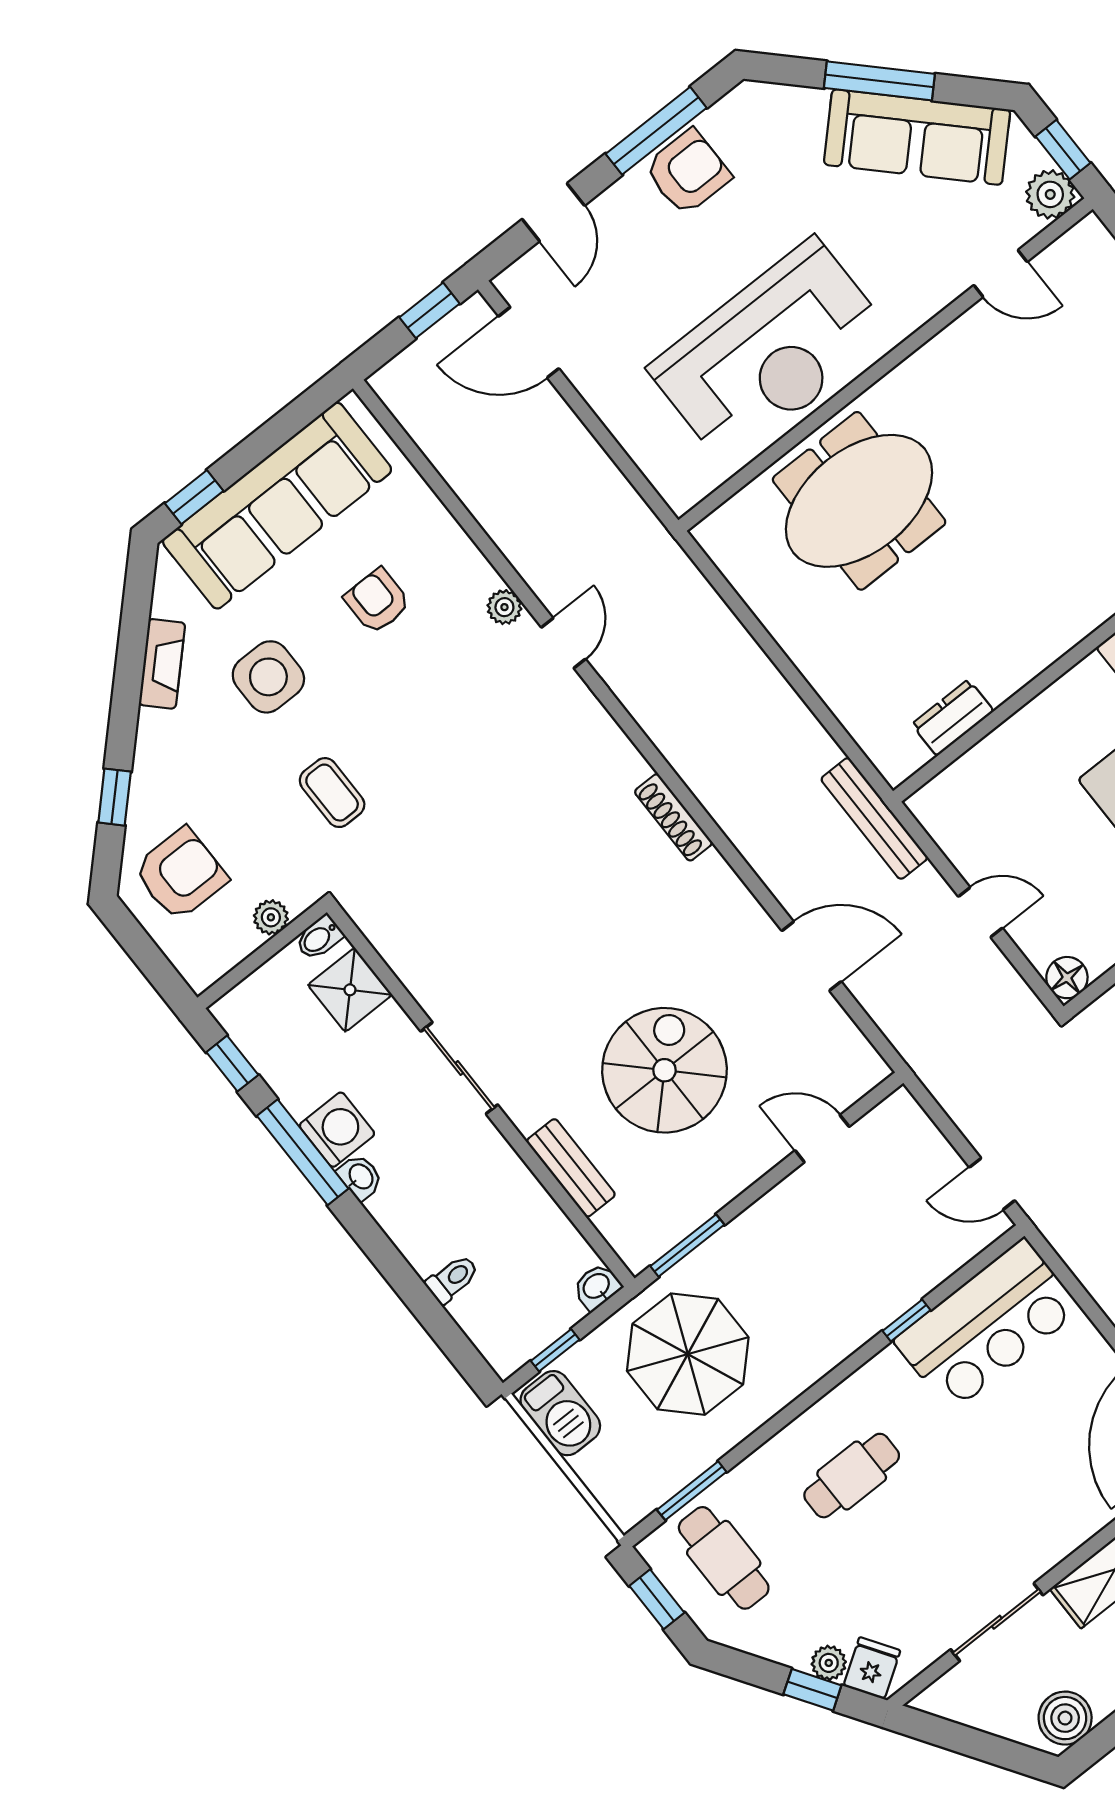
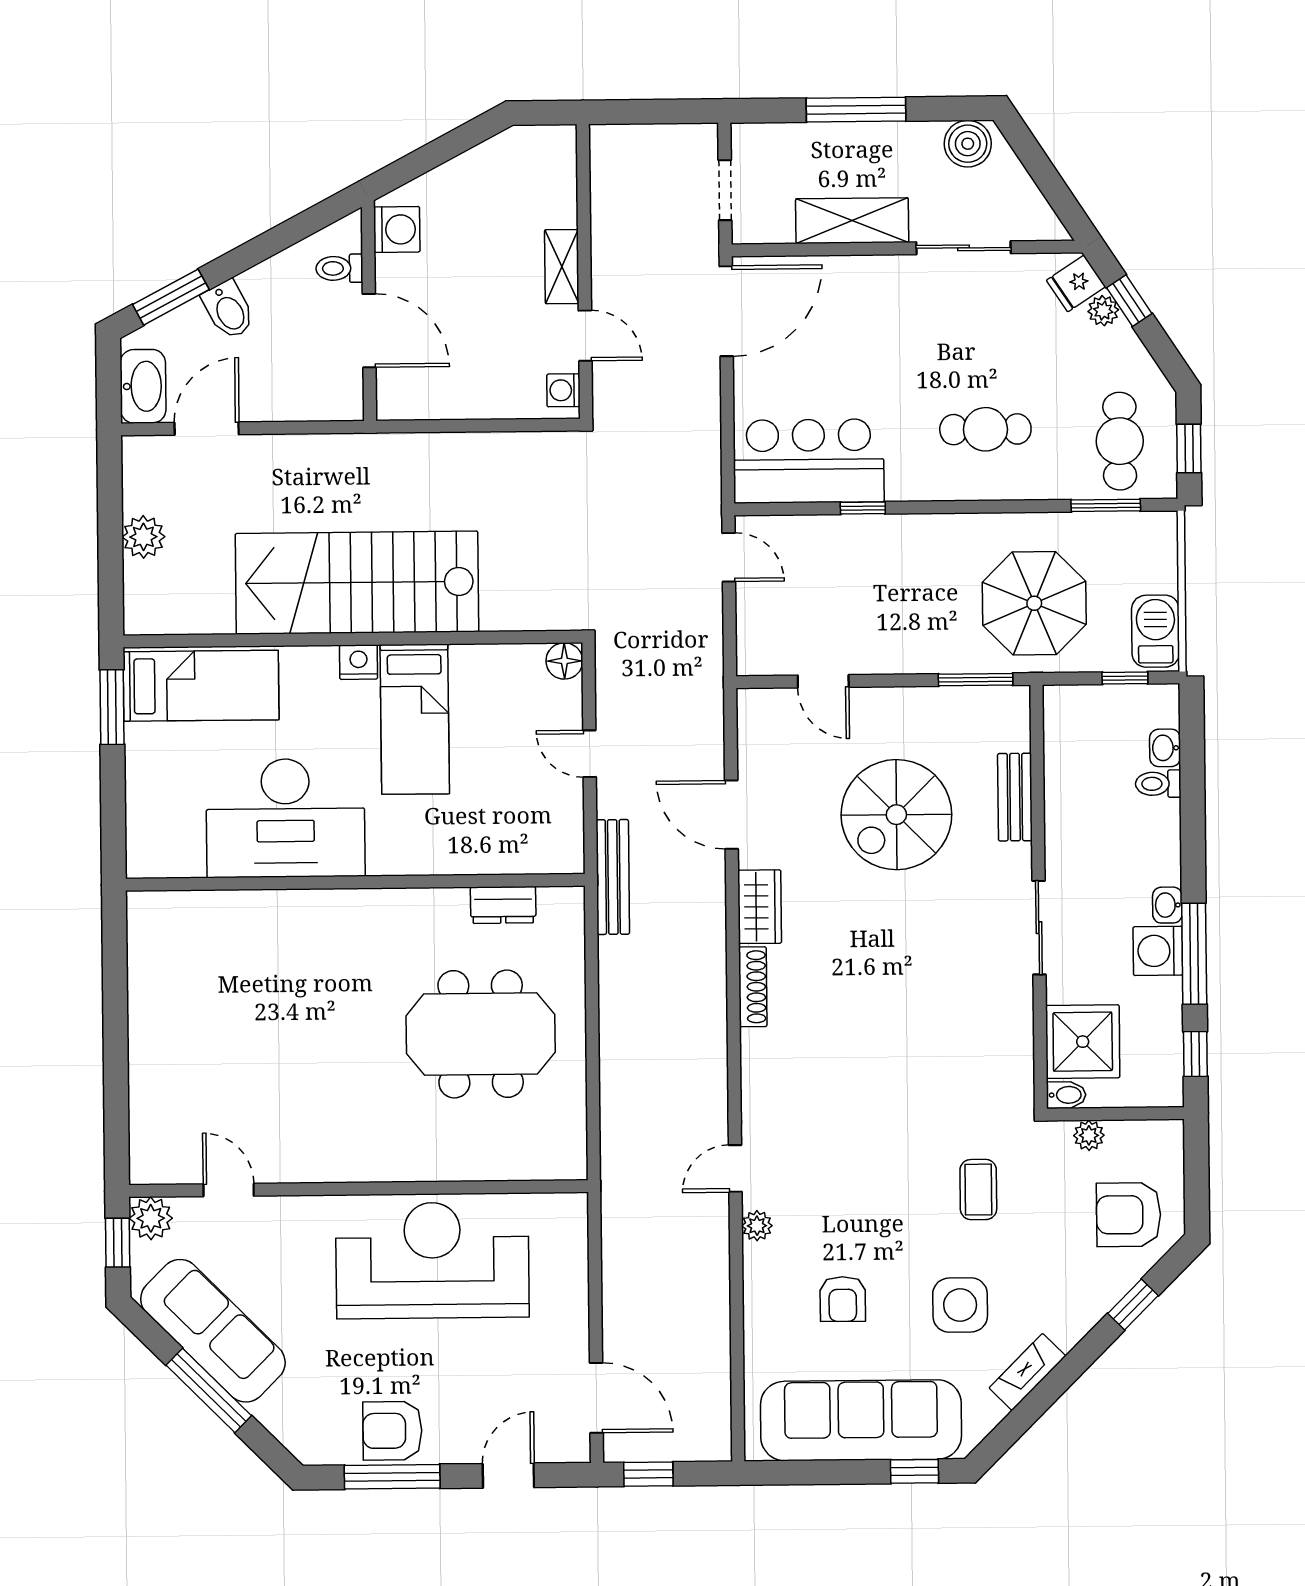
meeting table: (859, 501) -> (481, 1034), moved
wardrobe: (723, 894) -> (760, 907), added
shower: (350, 990) -> (1083, 1042), width x1.36, depth x1.36
washbasin: (597, 1287) -> (1165, 748), moved, turned 90

